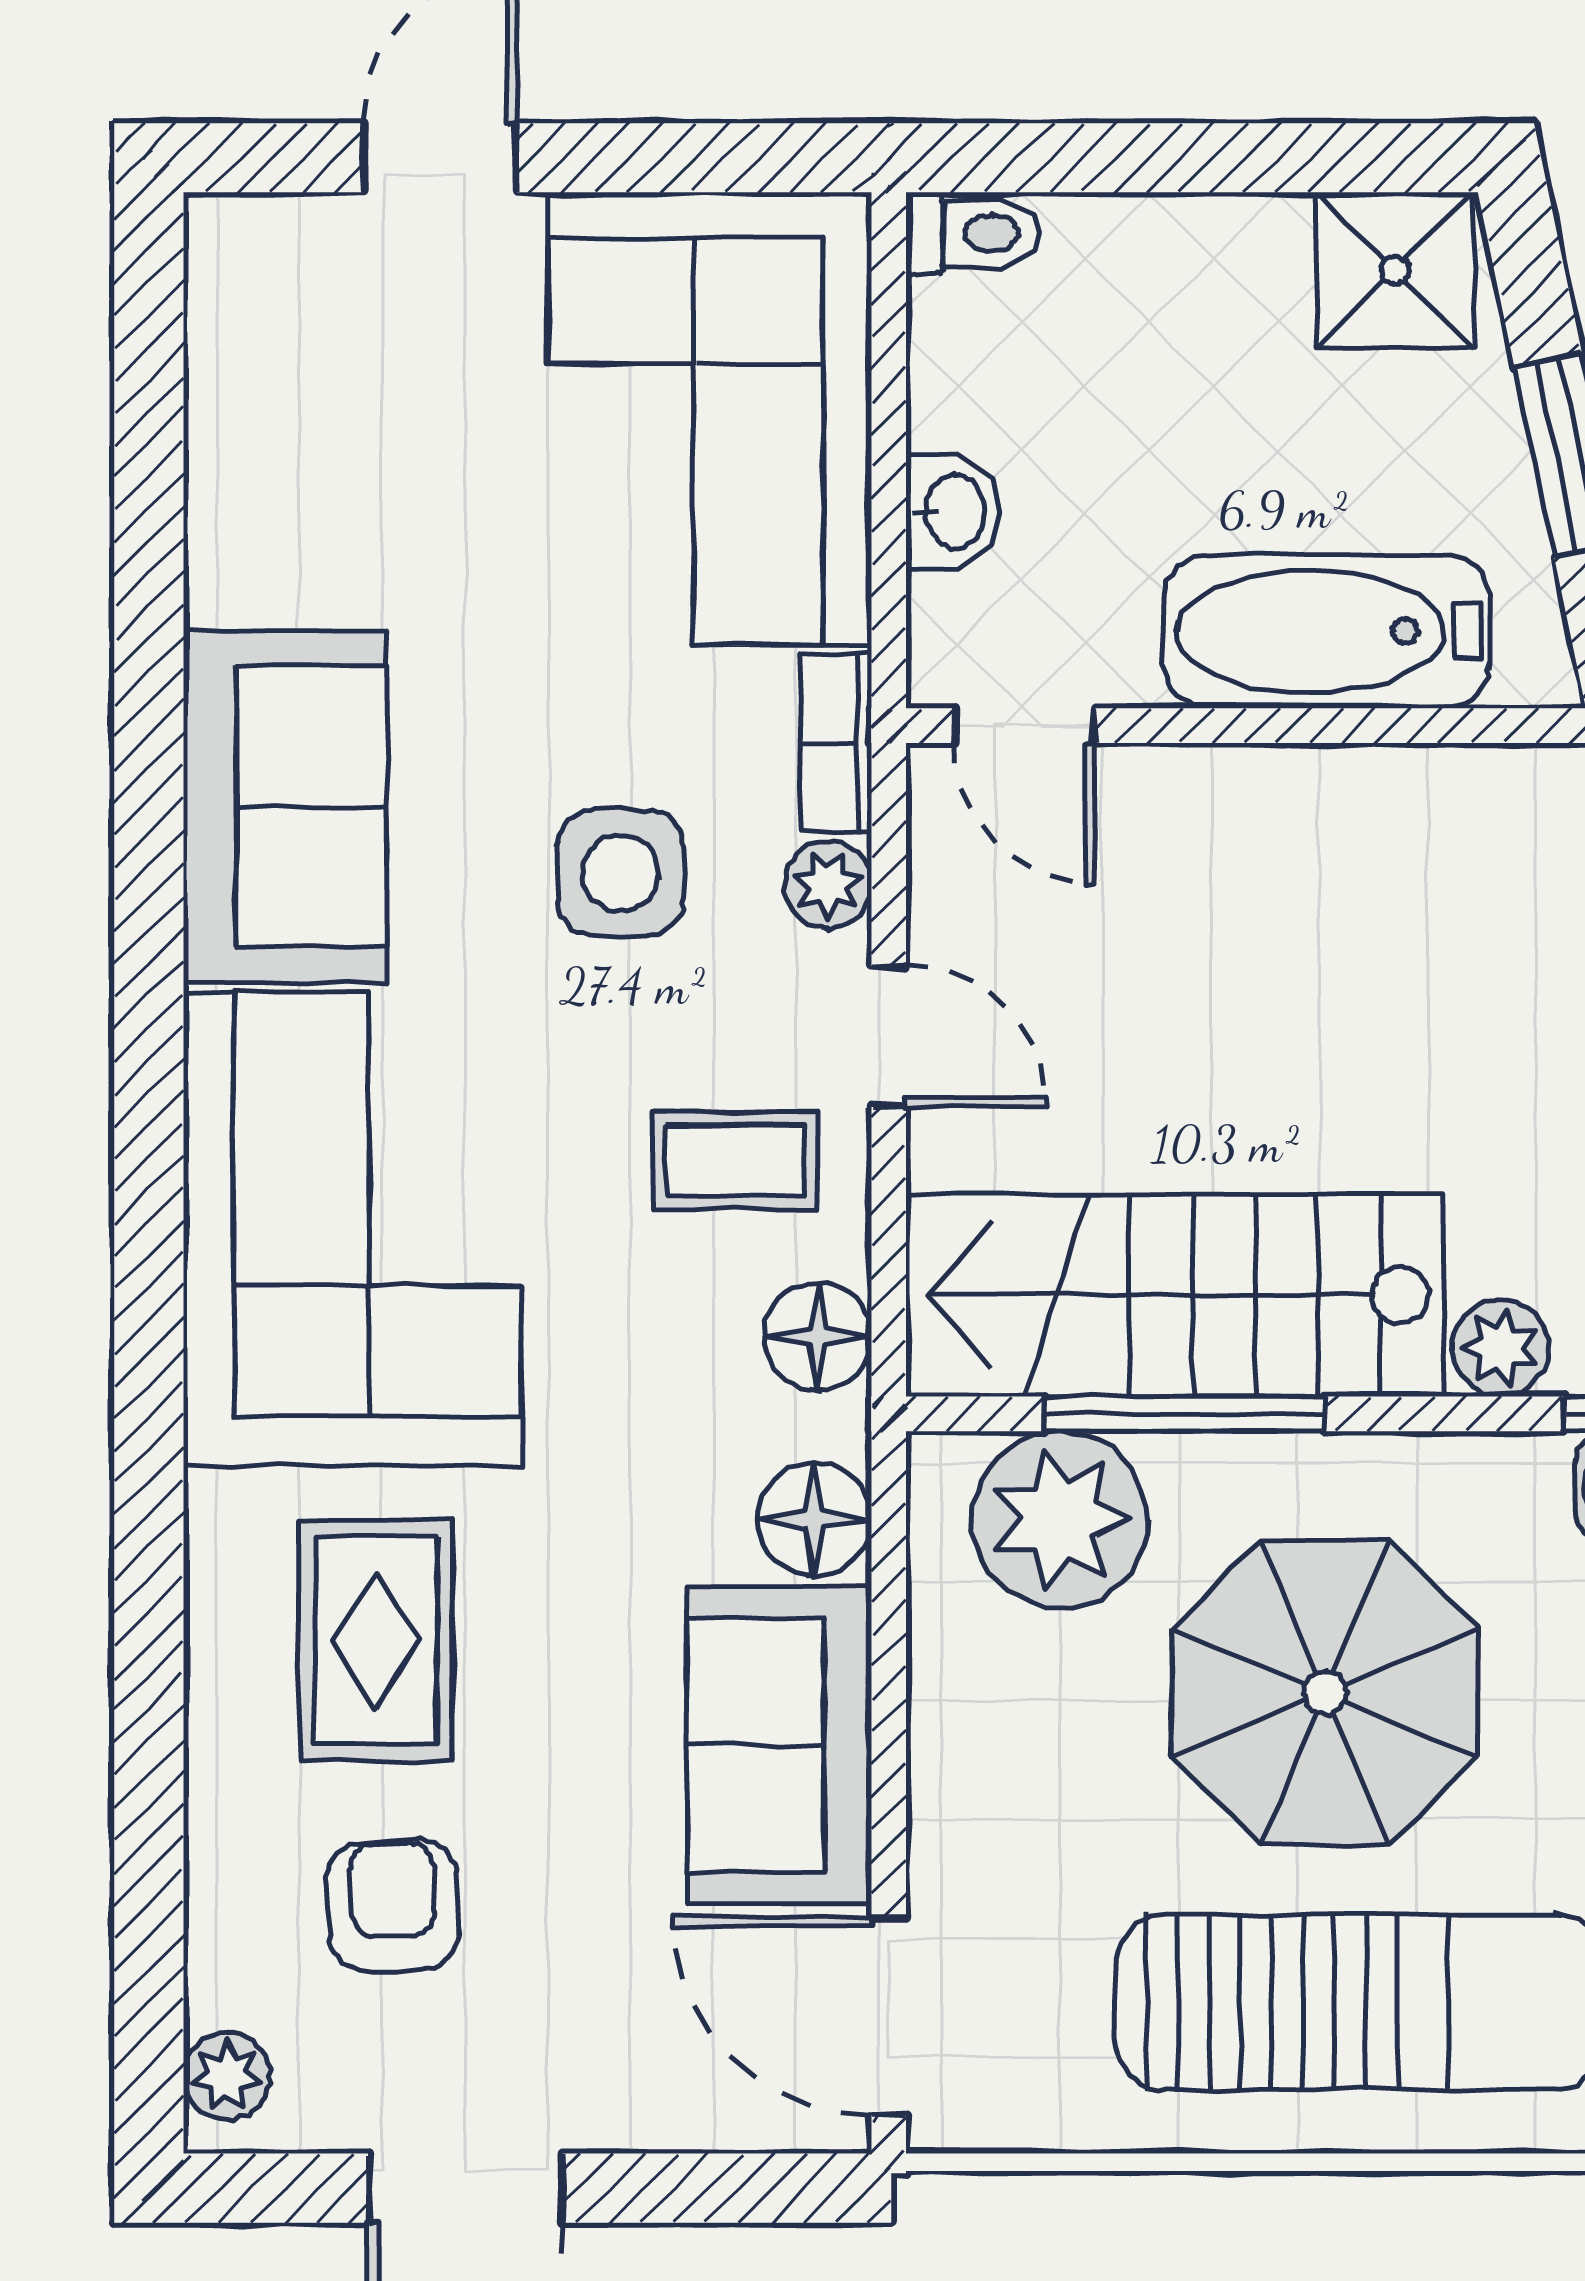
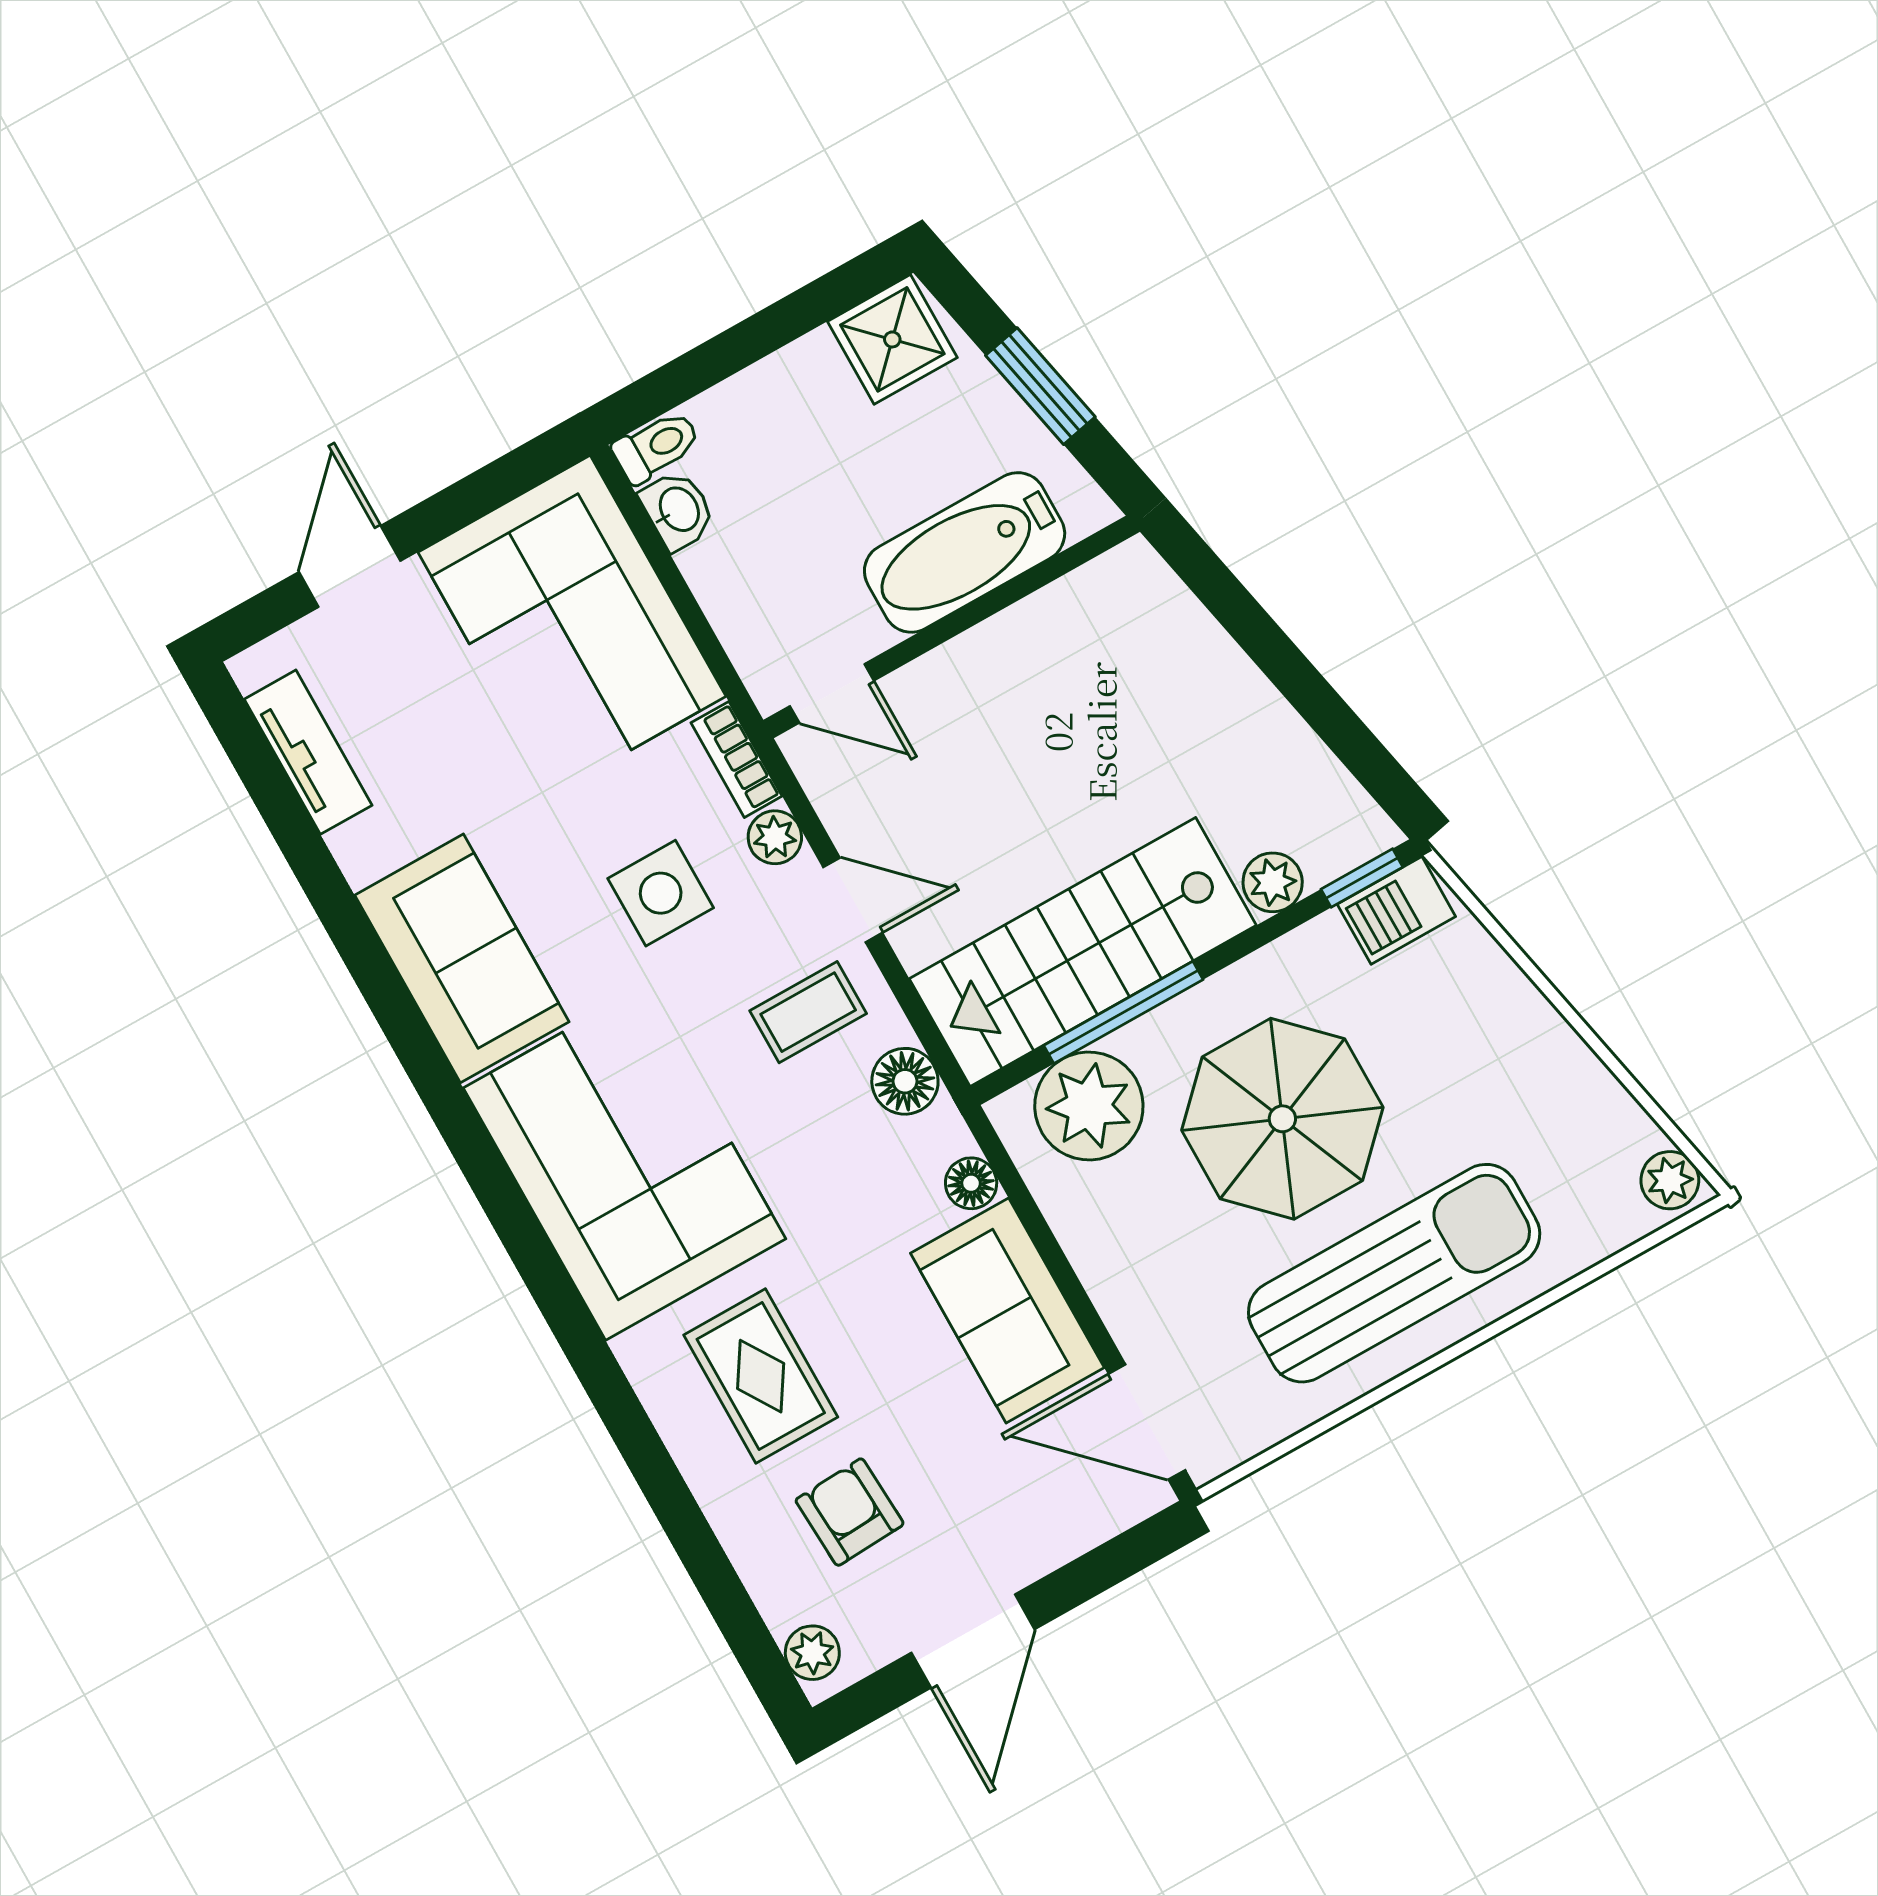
tv unit: (232, 389) -> (308, 752), added
washbasin: (952, 511) -> (678, 510), moved
floor lamp: (814, 1519) -> (971, 1183), width x0.73, depth x0.73

